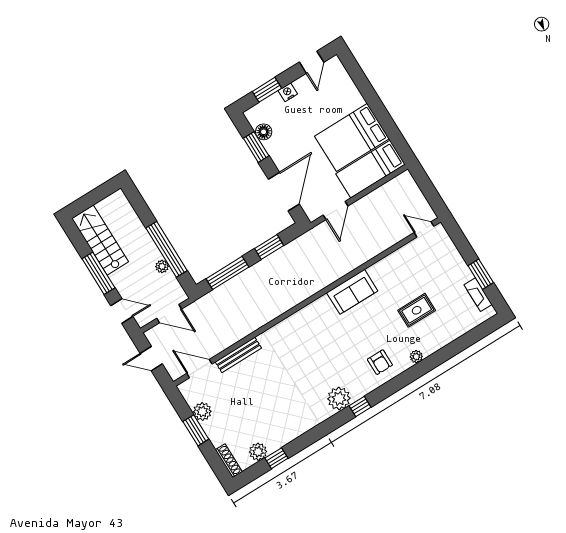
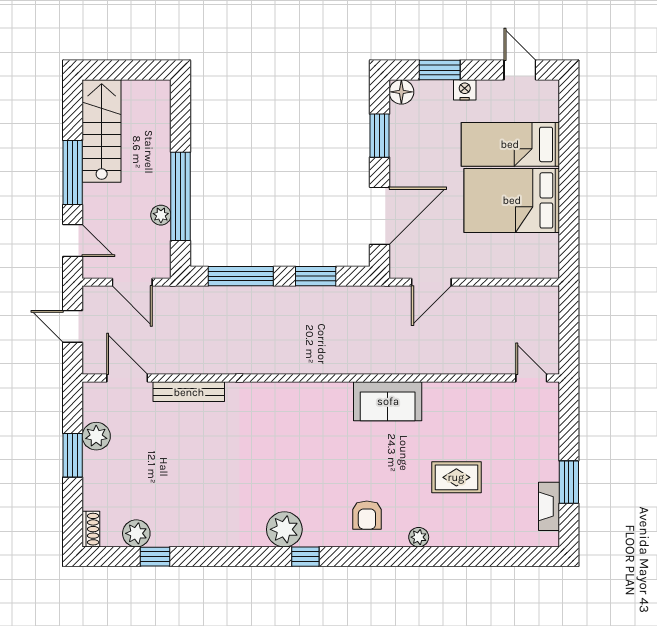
door: (312, 62) -> (520, 70), swing flipped
floor lamp: (264, 132) -> (401, 92), moved
bed: (371, 169) -> (510, 144), moved
shoe rack: (229, 461) -> (91, 529), width x0.70

